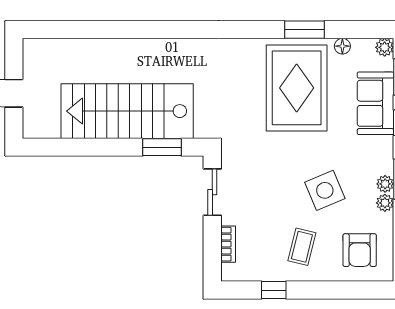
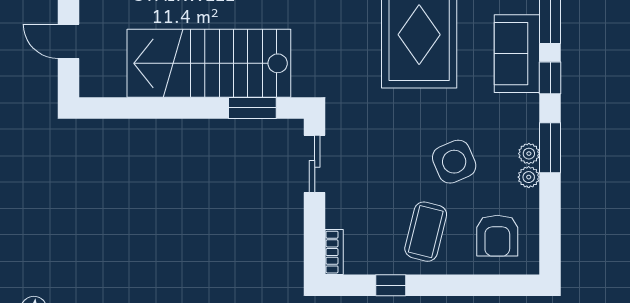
bookcase: (228, 244) -> (334, 252), moved
coffee table: (302, 247) -> (426, 232), width x1.36, depth x1.30

